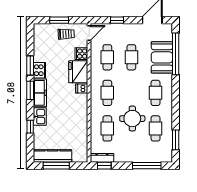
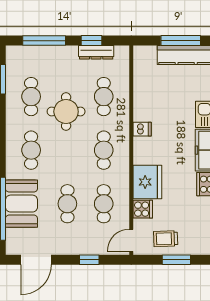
dishwasher: (82, 88) -> (142, 129), moved
dresser: (102, 158) -> (96, 52), moved
window: (104, 166) -> (91, 41), moved

